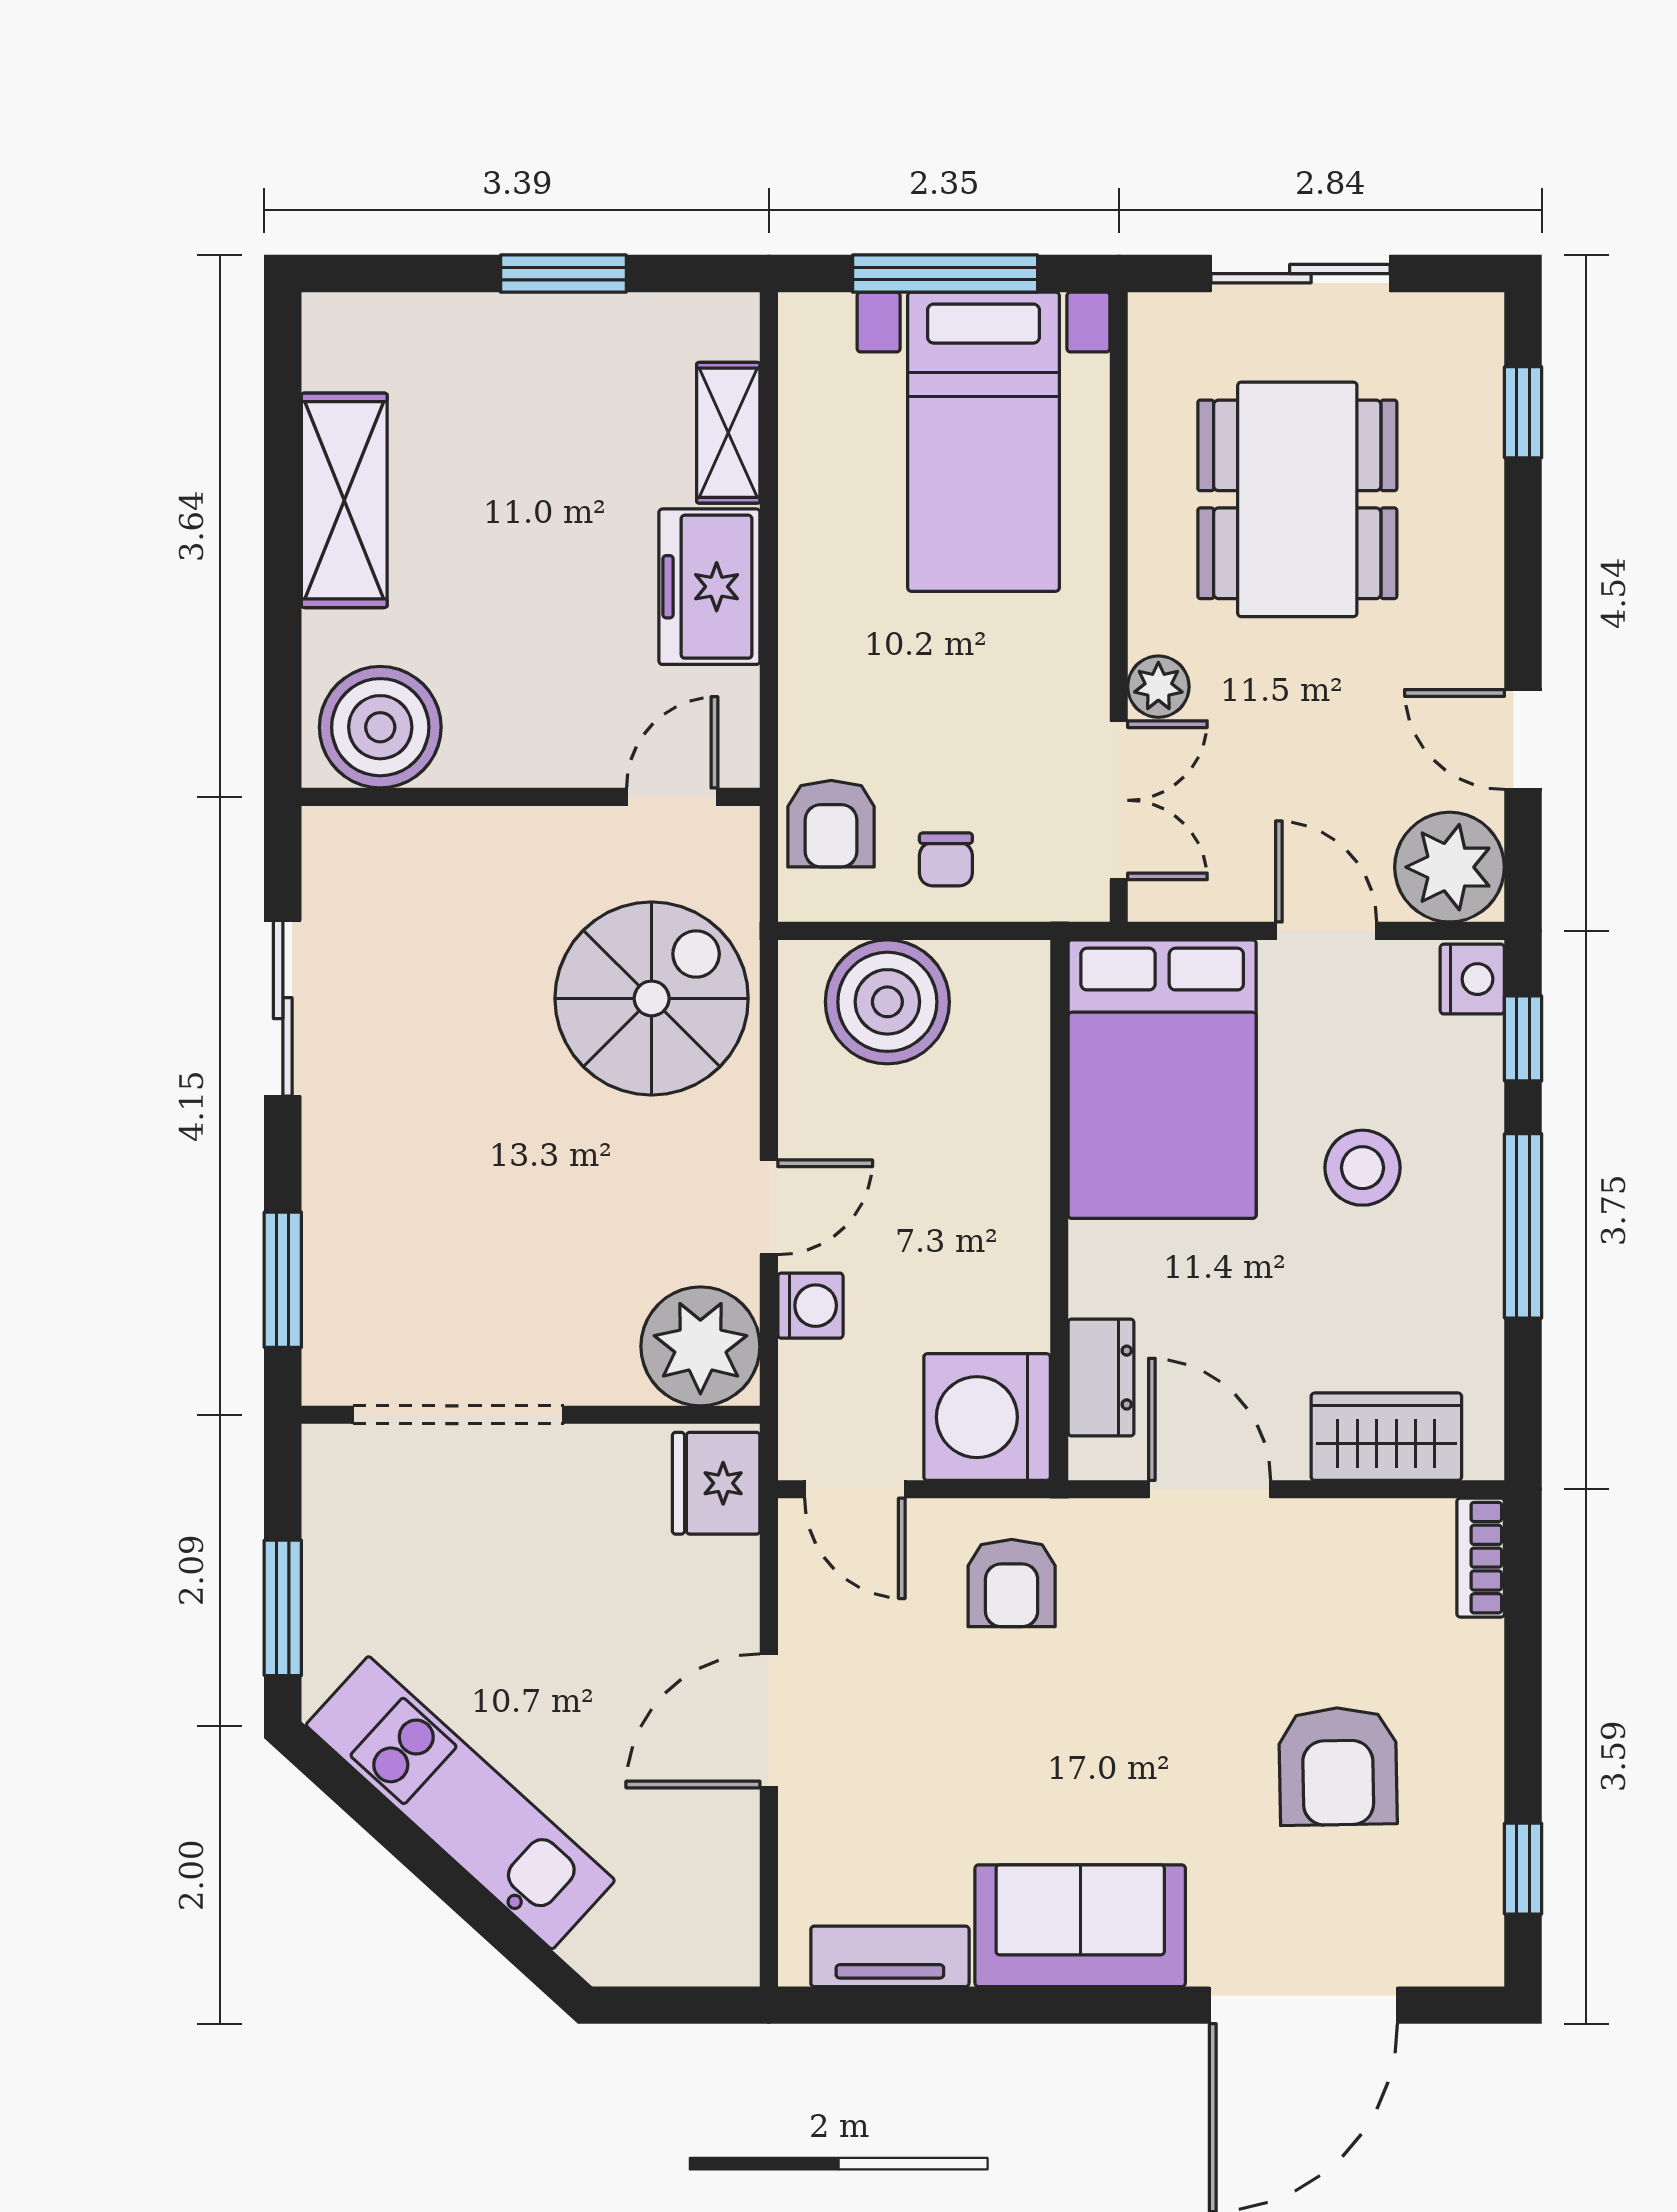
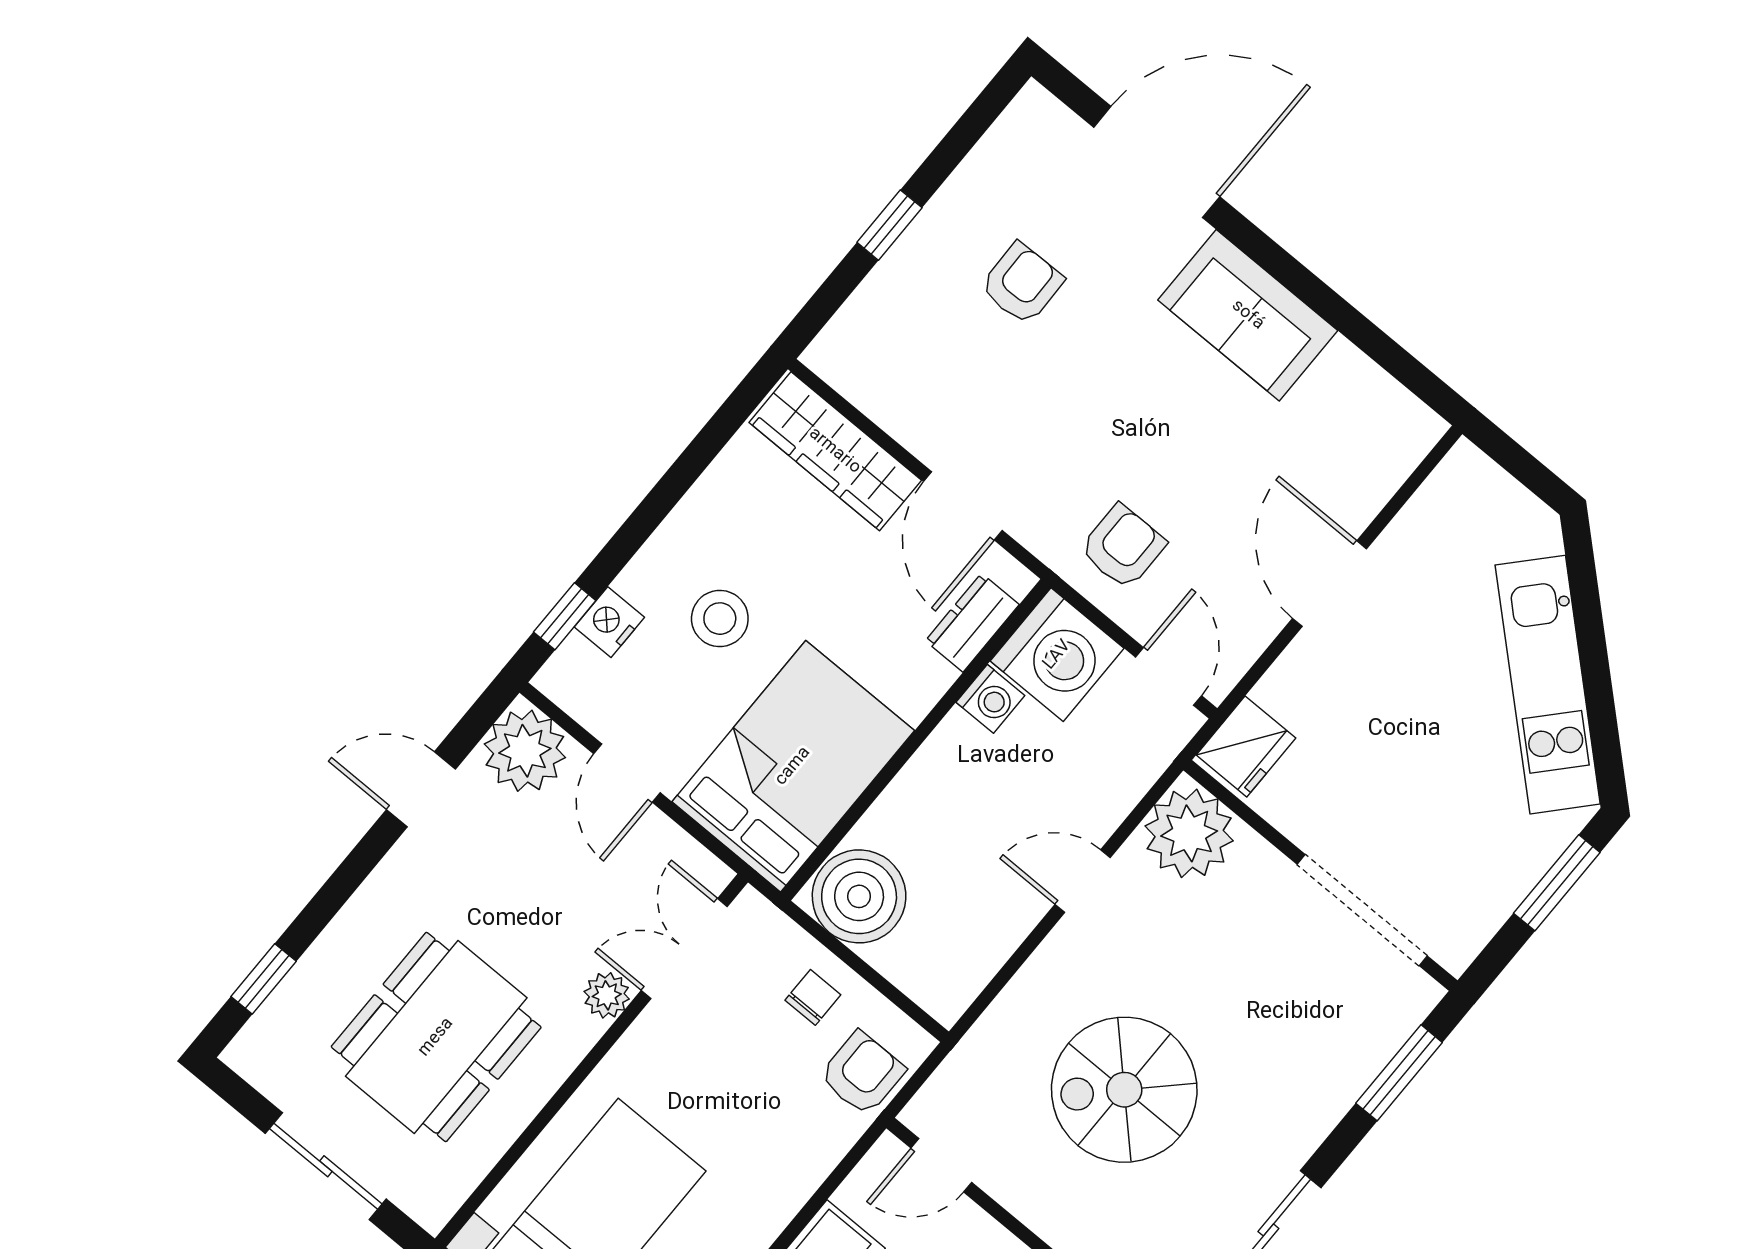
door: (1523, 740) -> (421, 789), swing flipped
nightstand: (1472, 979) -> (609, 622), moved
spiral stairs: (652, 998) -> (1124, 1090), moved
boiler: (887, 1002) -> (859, 896), moved
window: (1523, 1226) -> (655, 508), removed
washing machine: (810, 1306) -> (990, 699), moved, turned 180
wardrobe: (1386, 1437) -> (835, 451), width x1.50
bookcase: (1481, 1558) -> (839, 336), removed
door: (769, 1721) -> (1330, 584), swing flipped
armchair: (1338, 1766) -> (1022, 284), width x0.72, depth x0.72
window: (1523, 1869) -> (889, 225), moved
tv unit: (890, 1956) -> (1373, 389), removed

